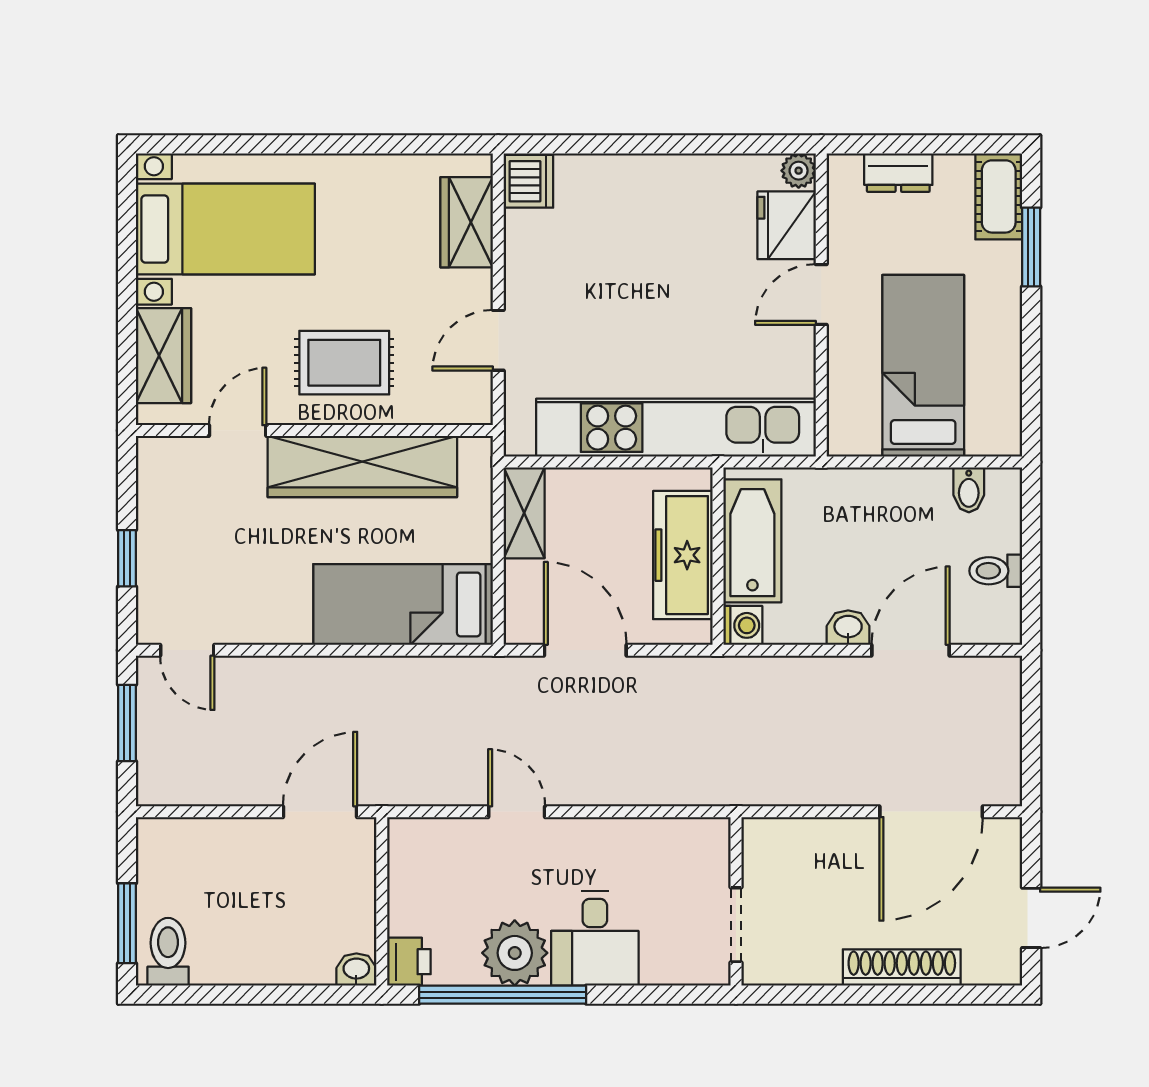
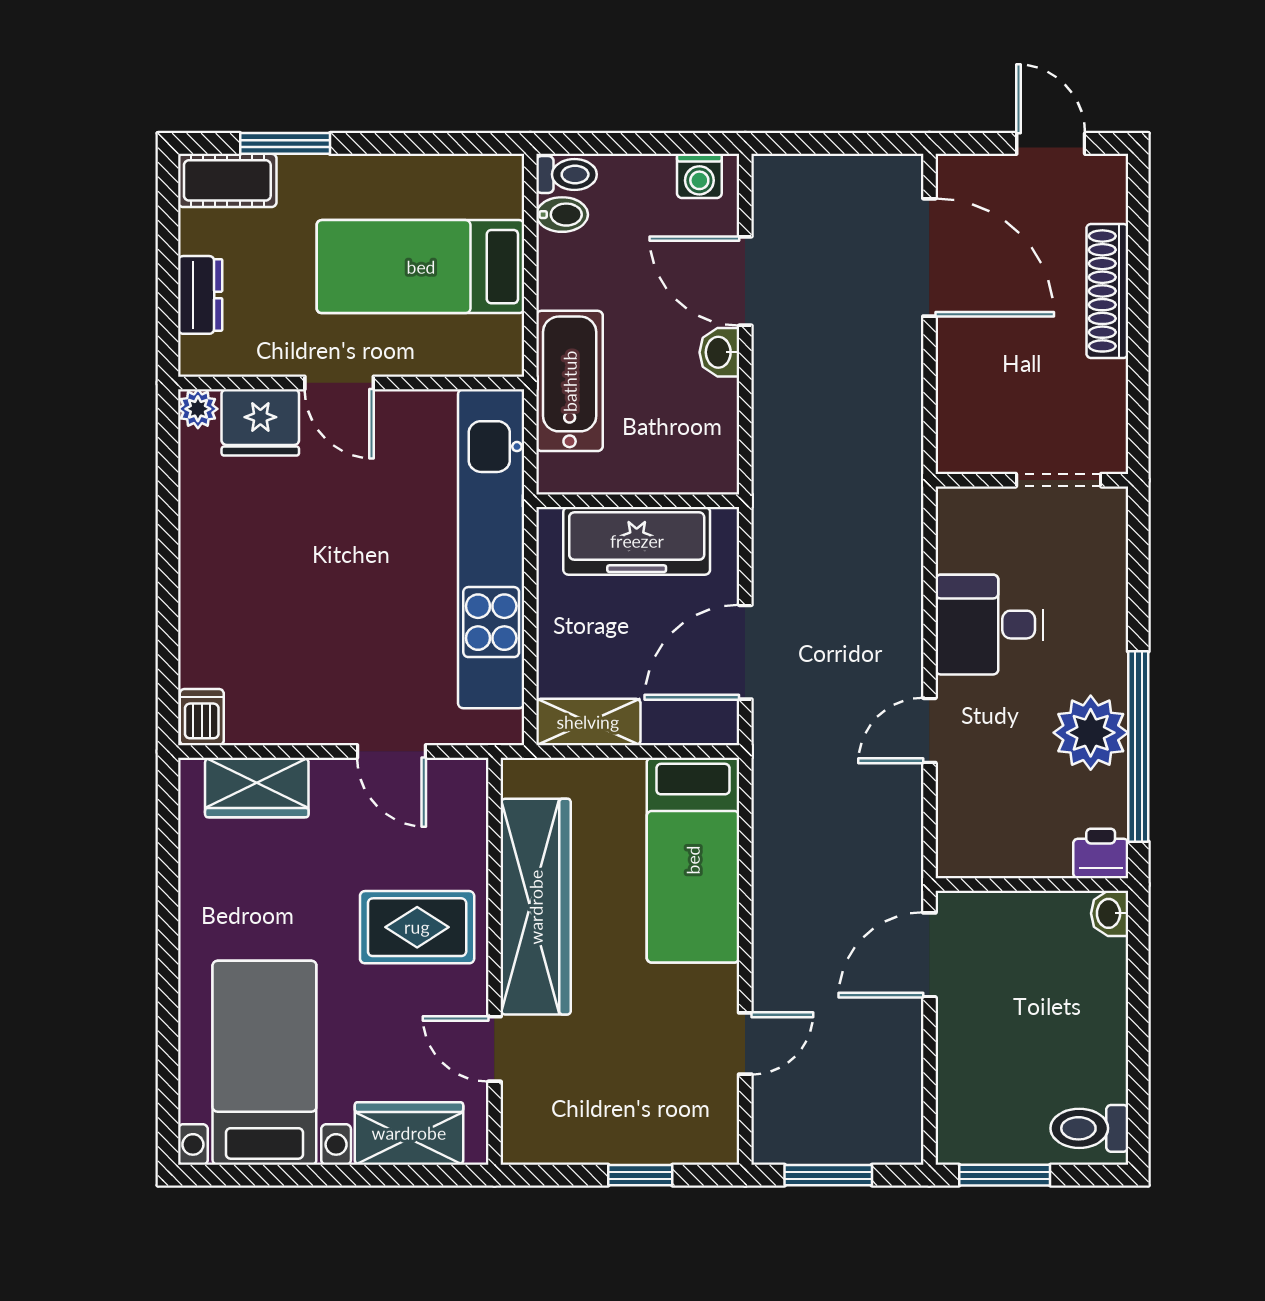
dishwasher: (528, 181) -> (202, 717), width x0.73
rug: (344, 363) -> (417, 927), turned 90
bathtub: (752, 541) -> (570, 381), moved, turned 90
toilet: (996, 571) -> (567, 174), moved, turned -90
washing machine: (743, 625) -> (699, 176), moved, turned 180
door: (187, 650) -> (745, 1044), moved
door: (320, 812) -> (929, 955), hinge flipped
window: (127, 923) -> (1005, 1175), moved
desk: (595, 938) -> (990, 625), moved, turned 180

